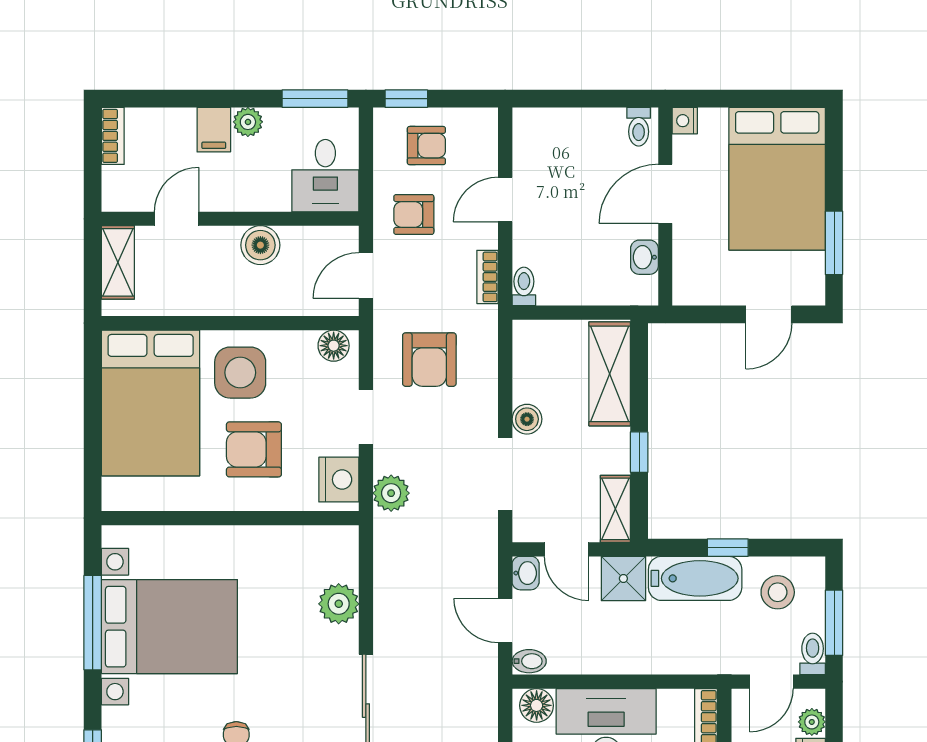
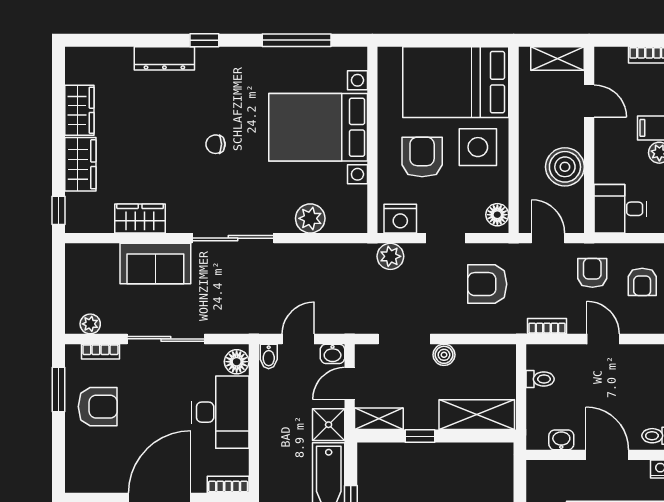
boiler: (260, 245) -> (565, 167), width x1.37, depth x1.37
toilet: (524, 286) -> (540, 379), moved
bed with nightstands: (169, 627) -> (318, 127), moved, turned 90

